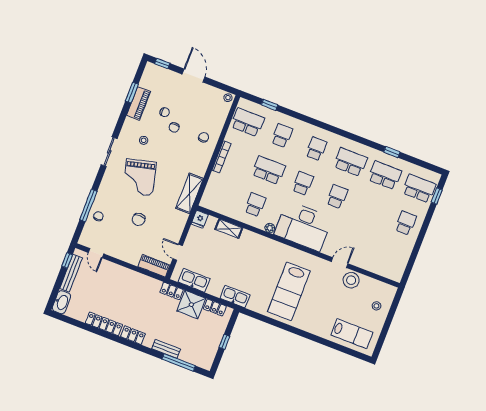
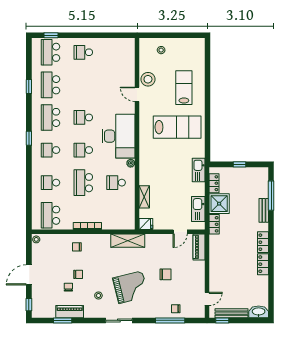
window: (270, 105) -> (29, 138), moved
locker: (104, 324) -> (263, 264), width x0.66
lab bench: (352, 334) -> (184, 88), moved

